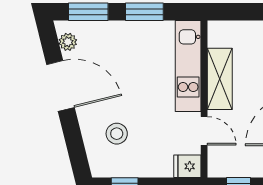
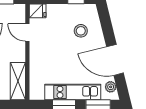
kitchen unit: (188, 66) -> (73, 92), moved, turned -90
shelving: (220, 79) -> (18, 81), moved

